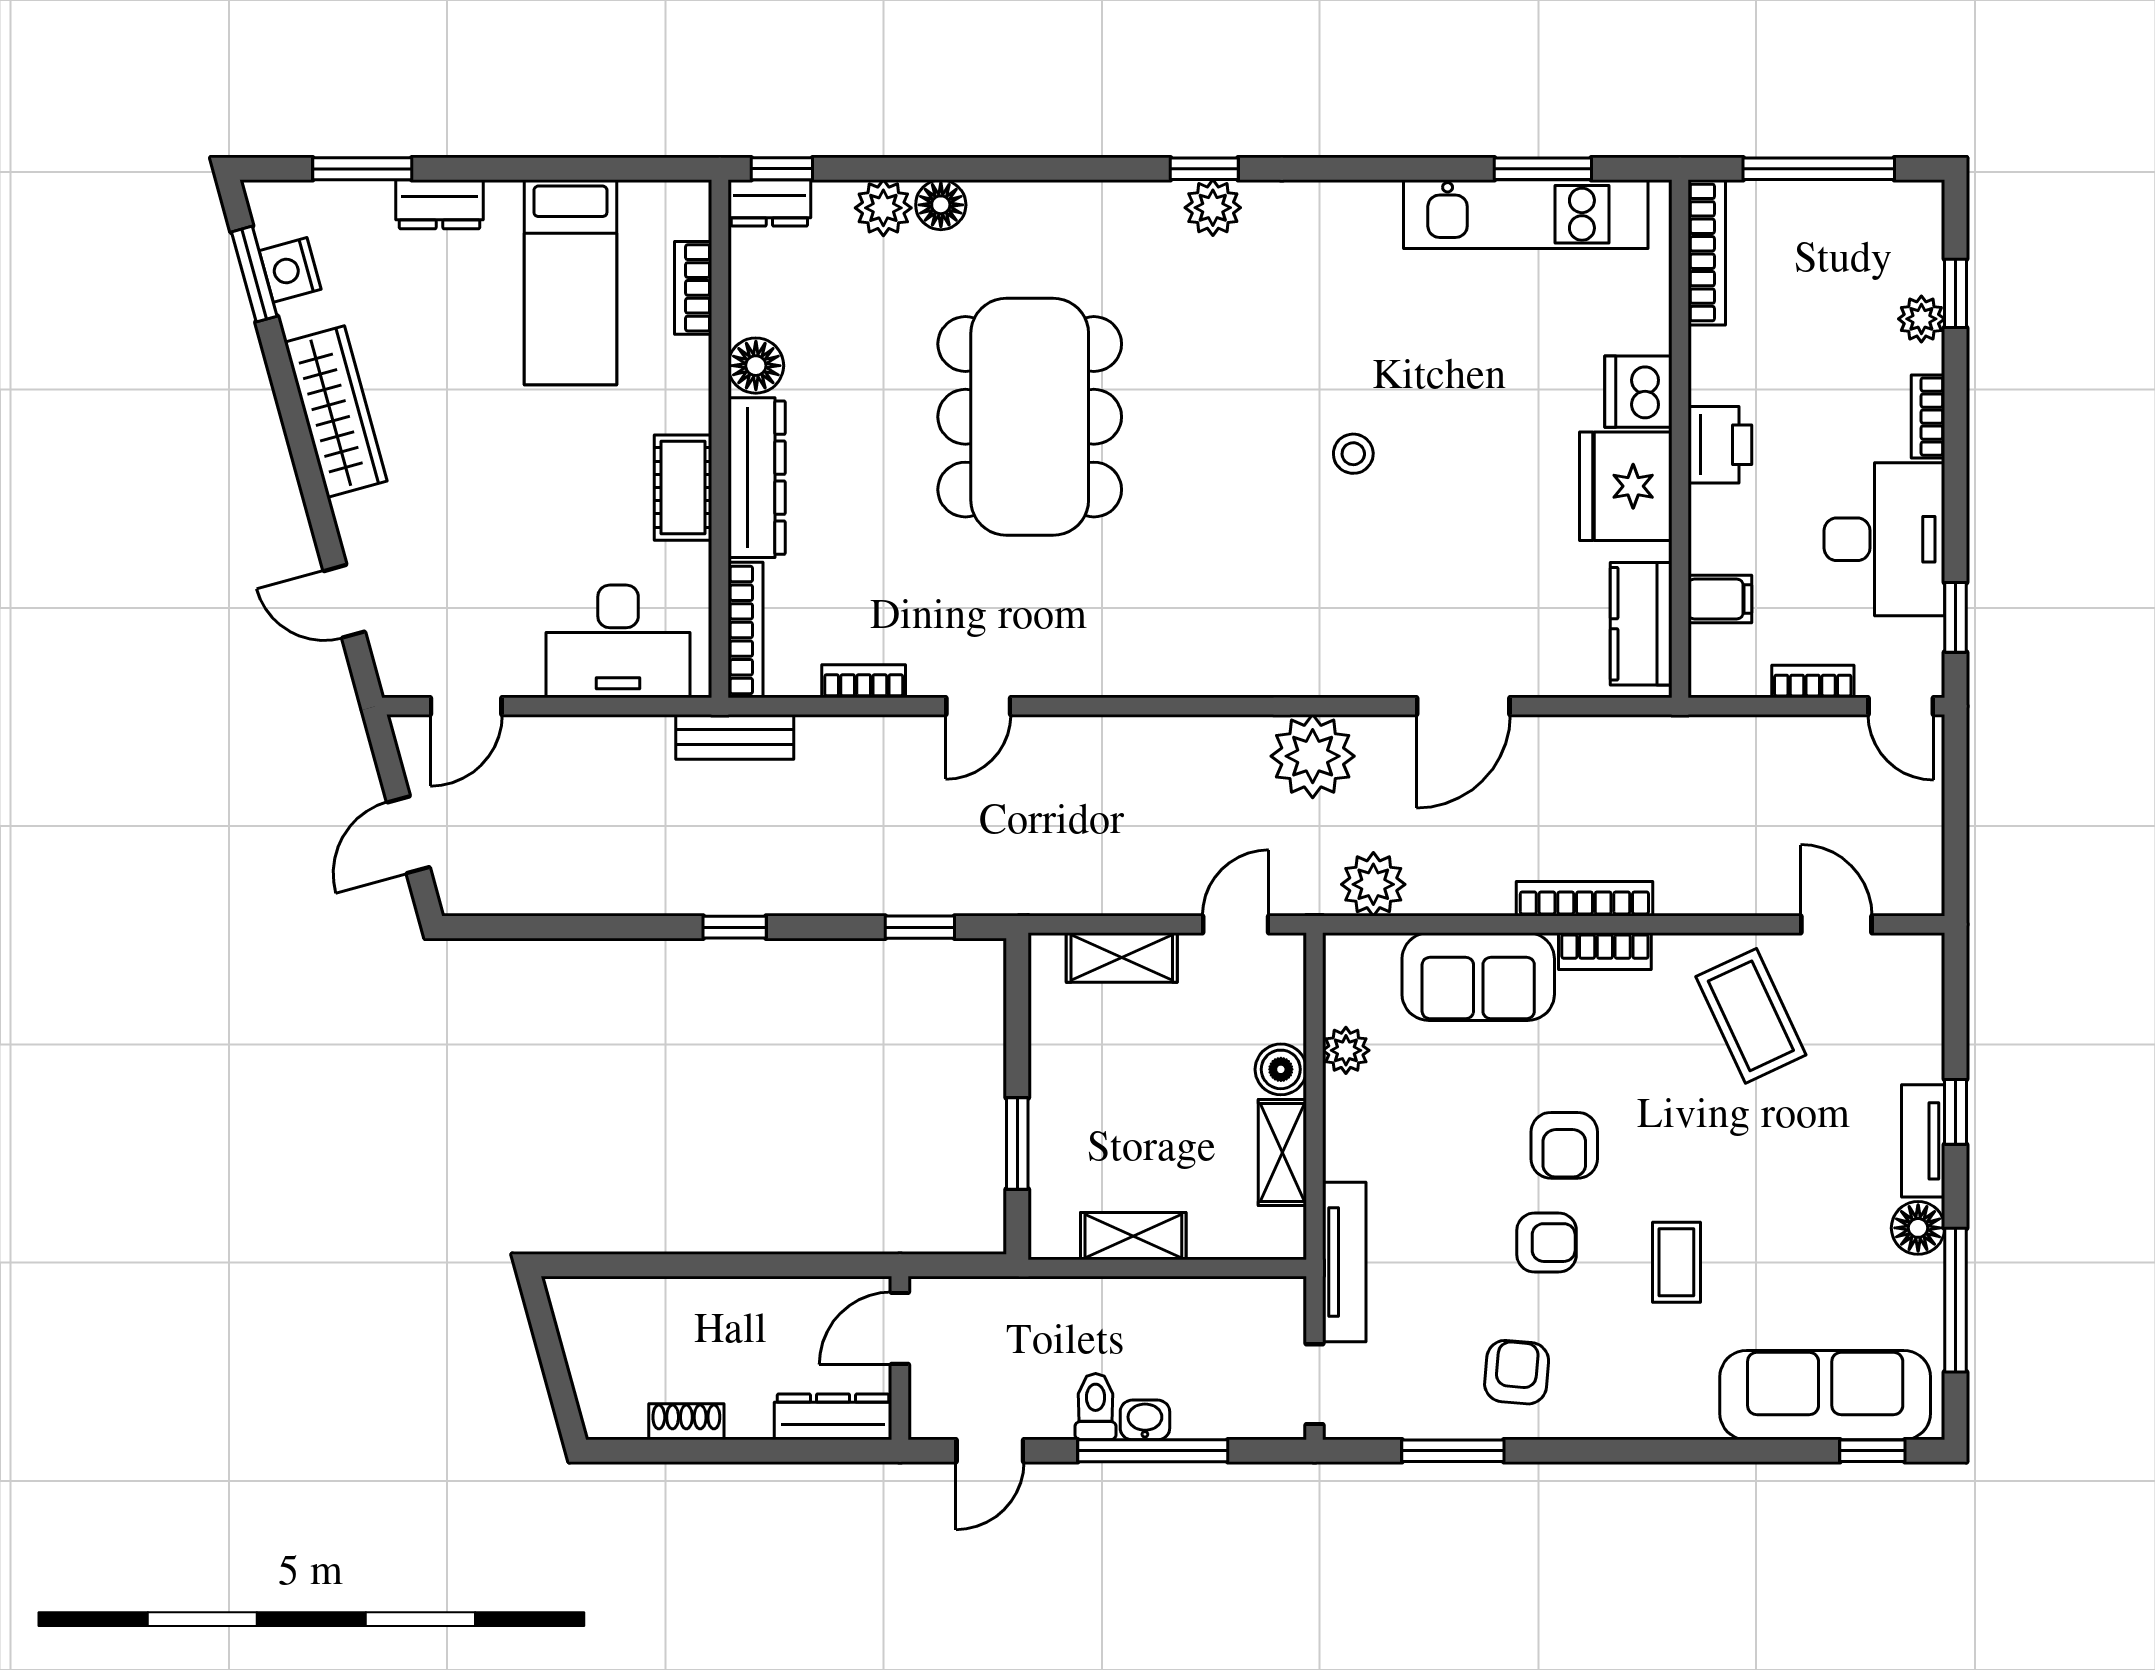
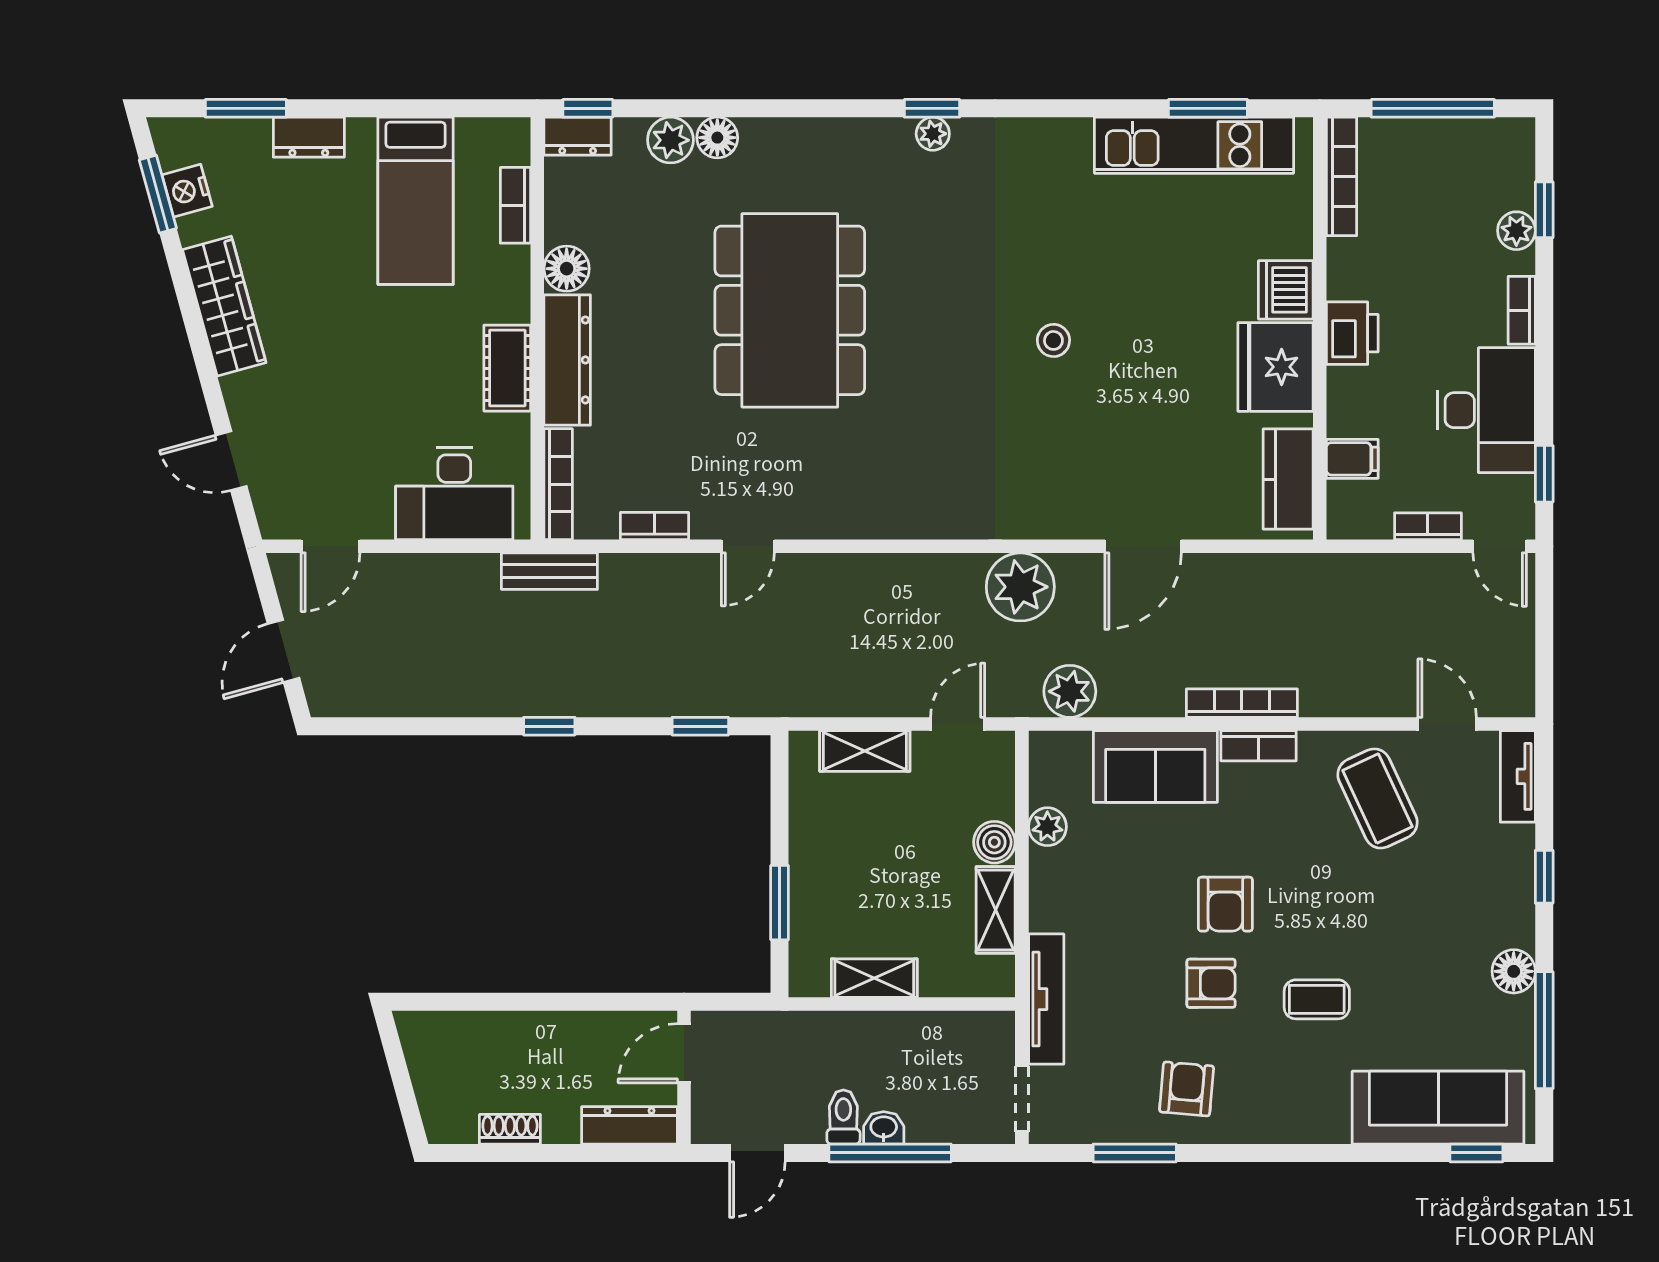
plant: (1213, 208) -> (933, 134), width x0.73, depth x0.73
tv unit: (1923, 1141) -> (1518, 776), moved
coffee table: (1676, 1262) -> (1317, 999), turned 90

